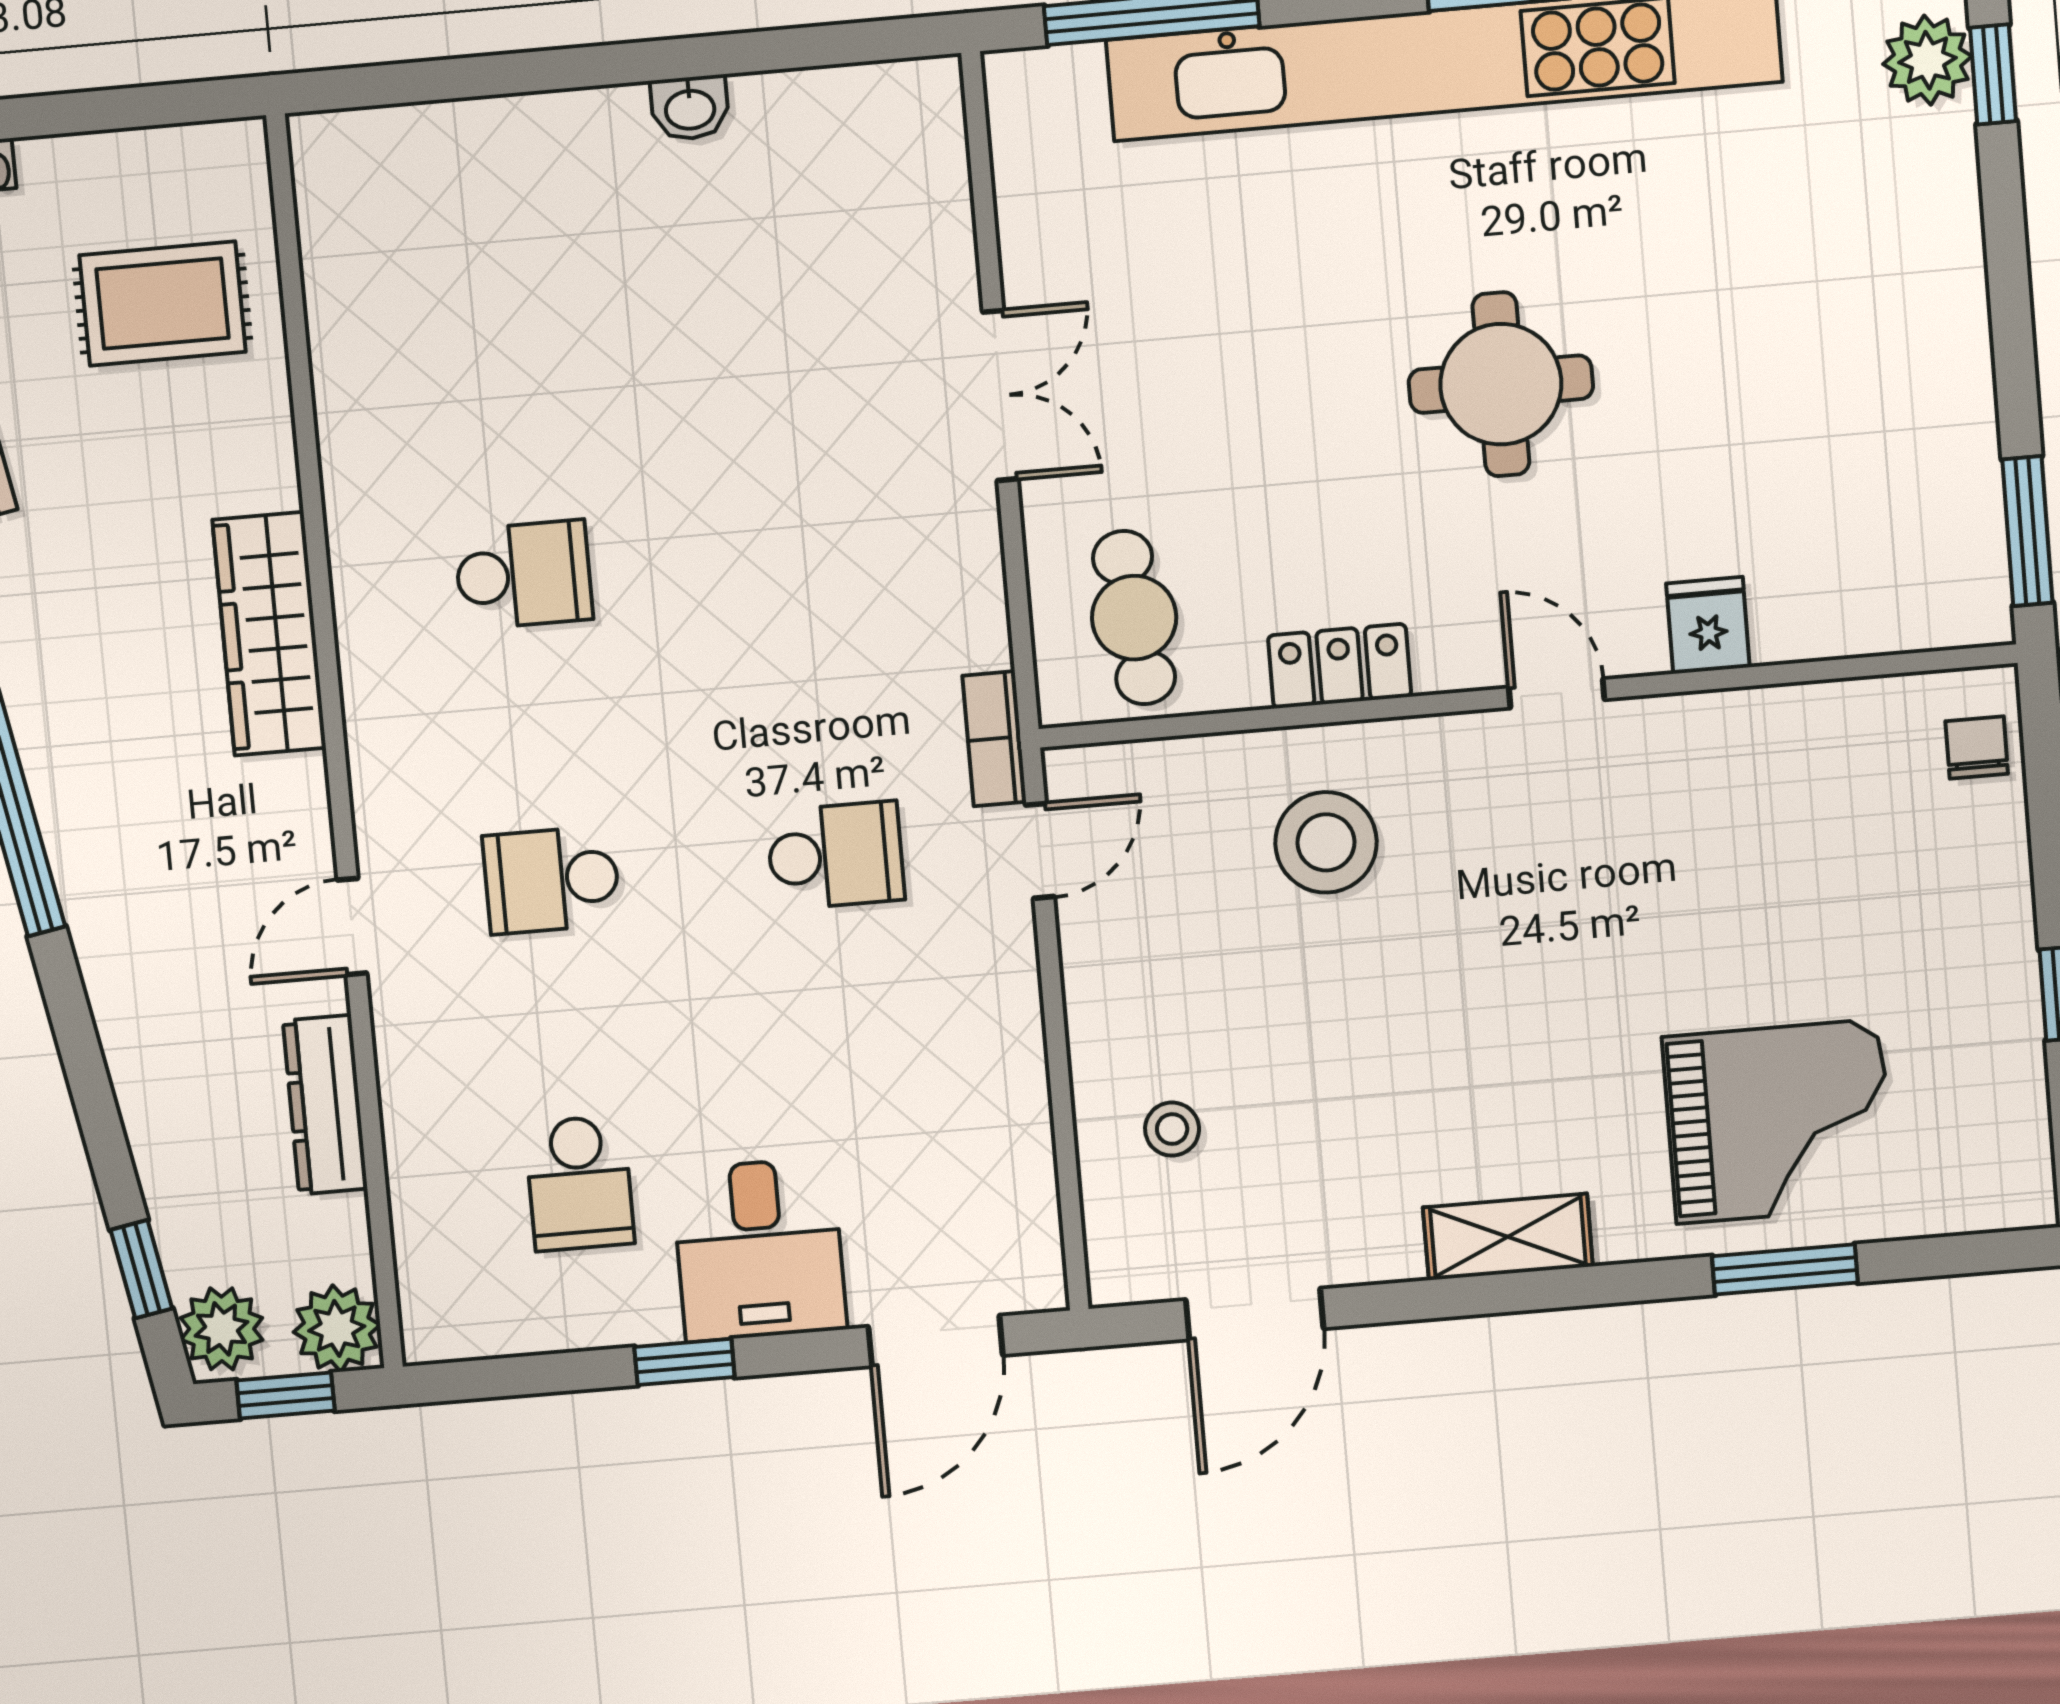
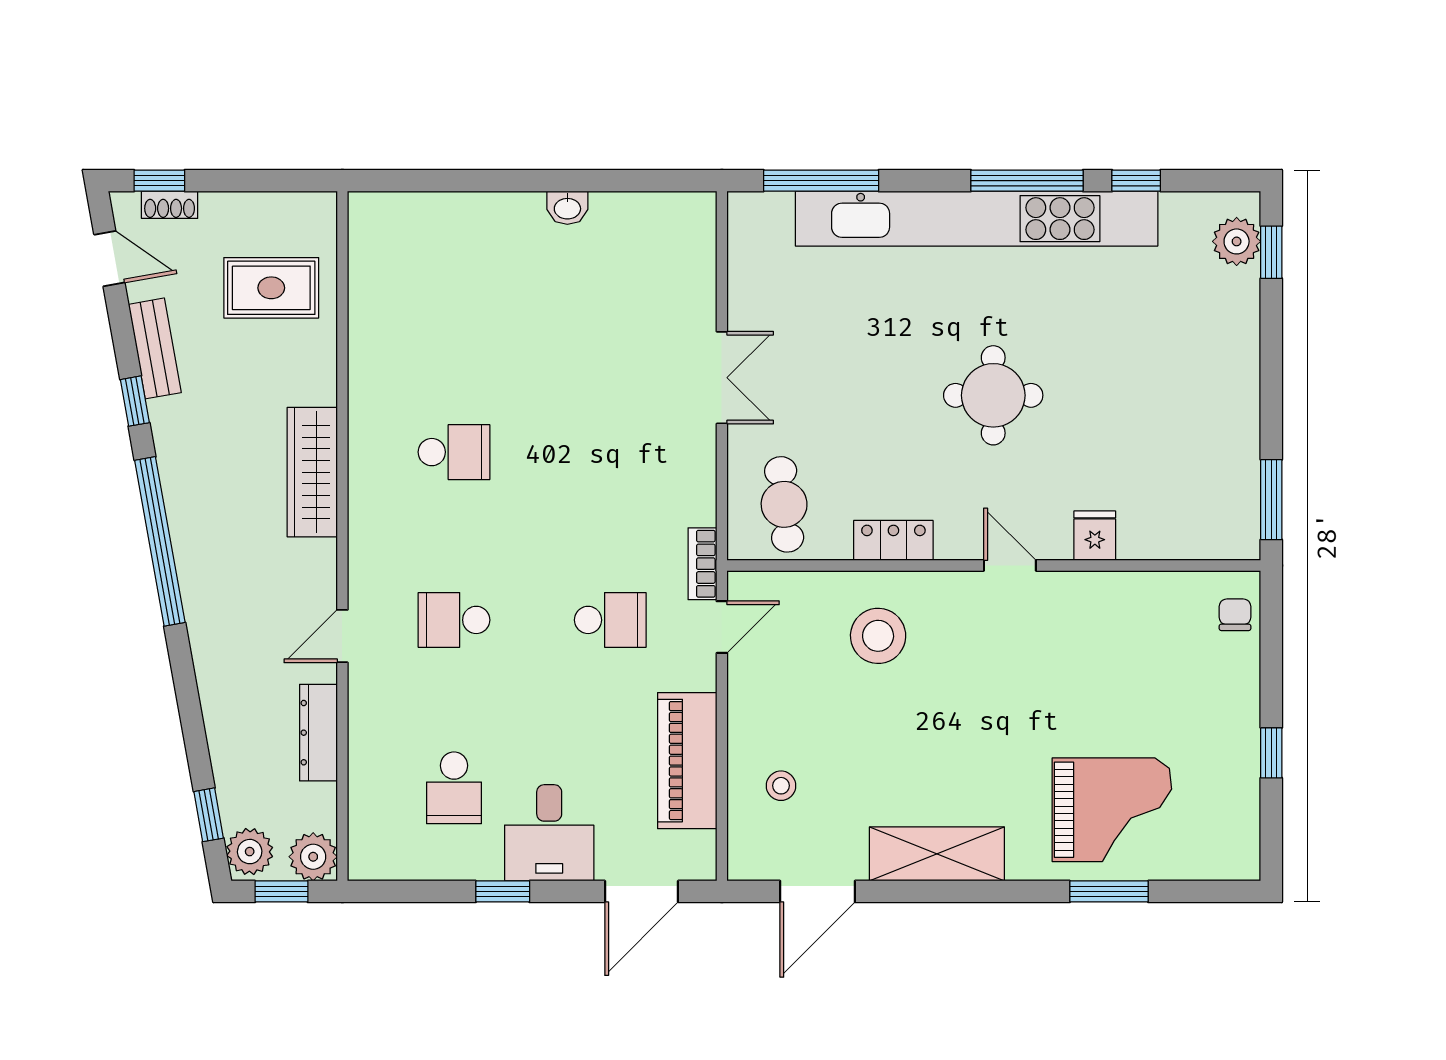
piano: (998, 1098) -> (687, 761), added
shelving: (1508, 1237) -> (937, 854), width x1.50, depth x1.33

